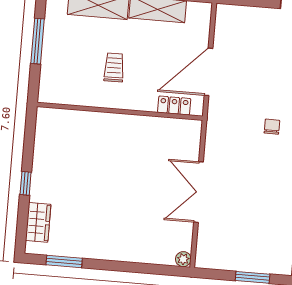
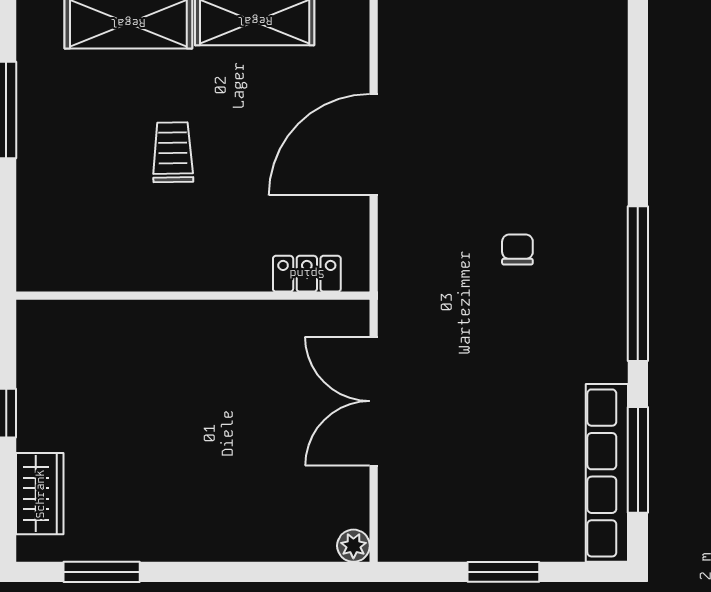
locker: (174, 105) -> (307, 274), moved
wall: (120, 111) -> (193, 296), moved

